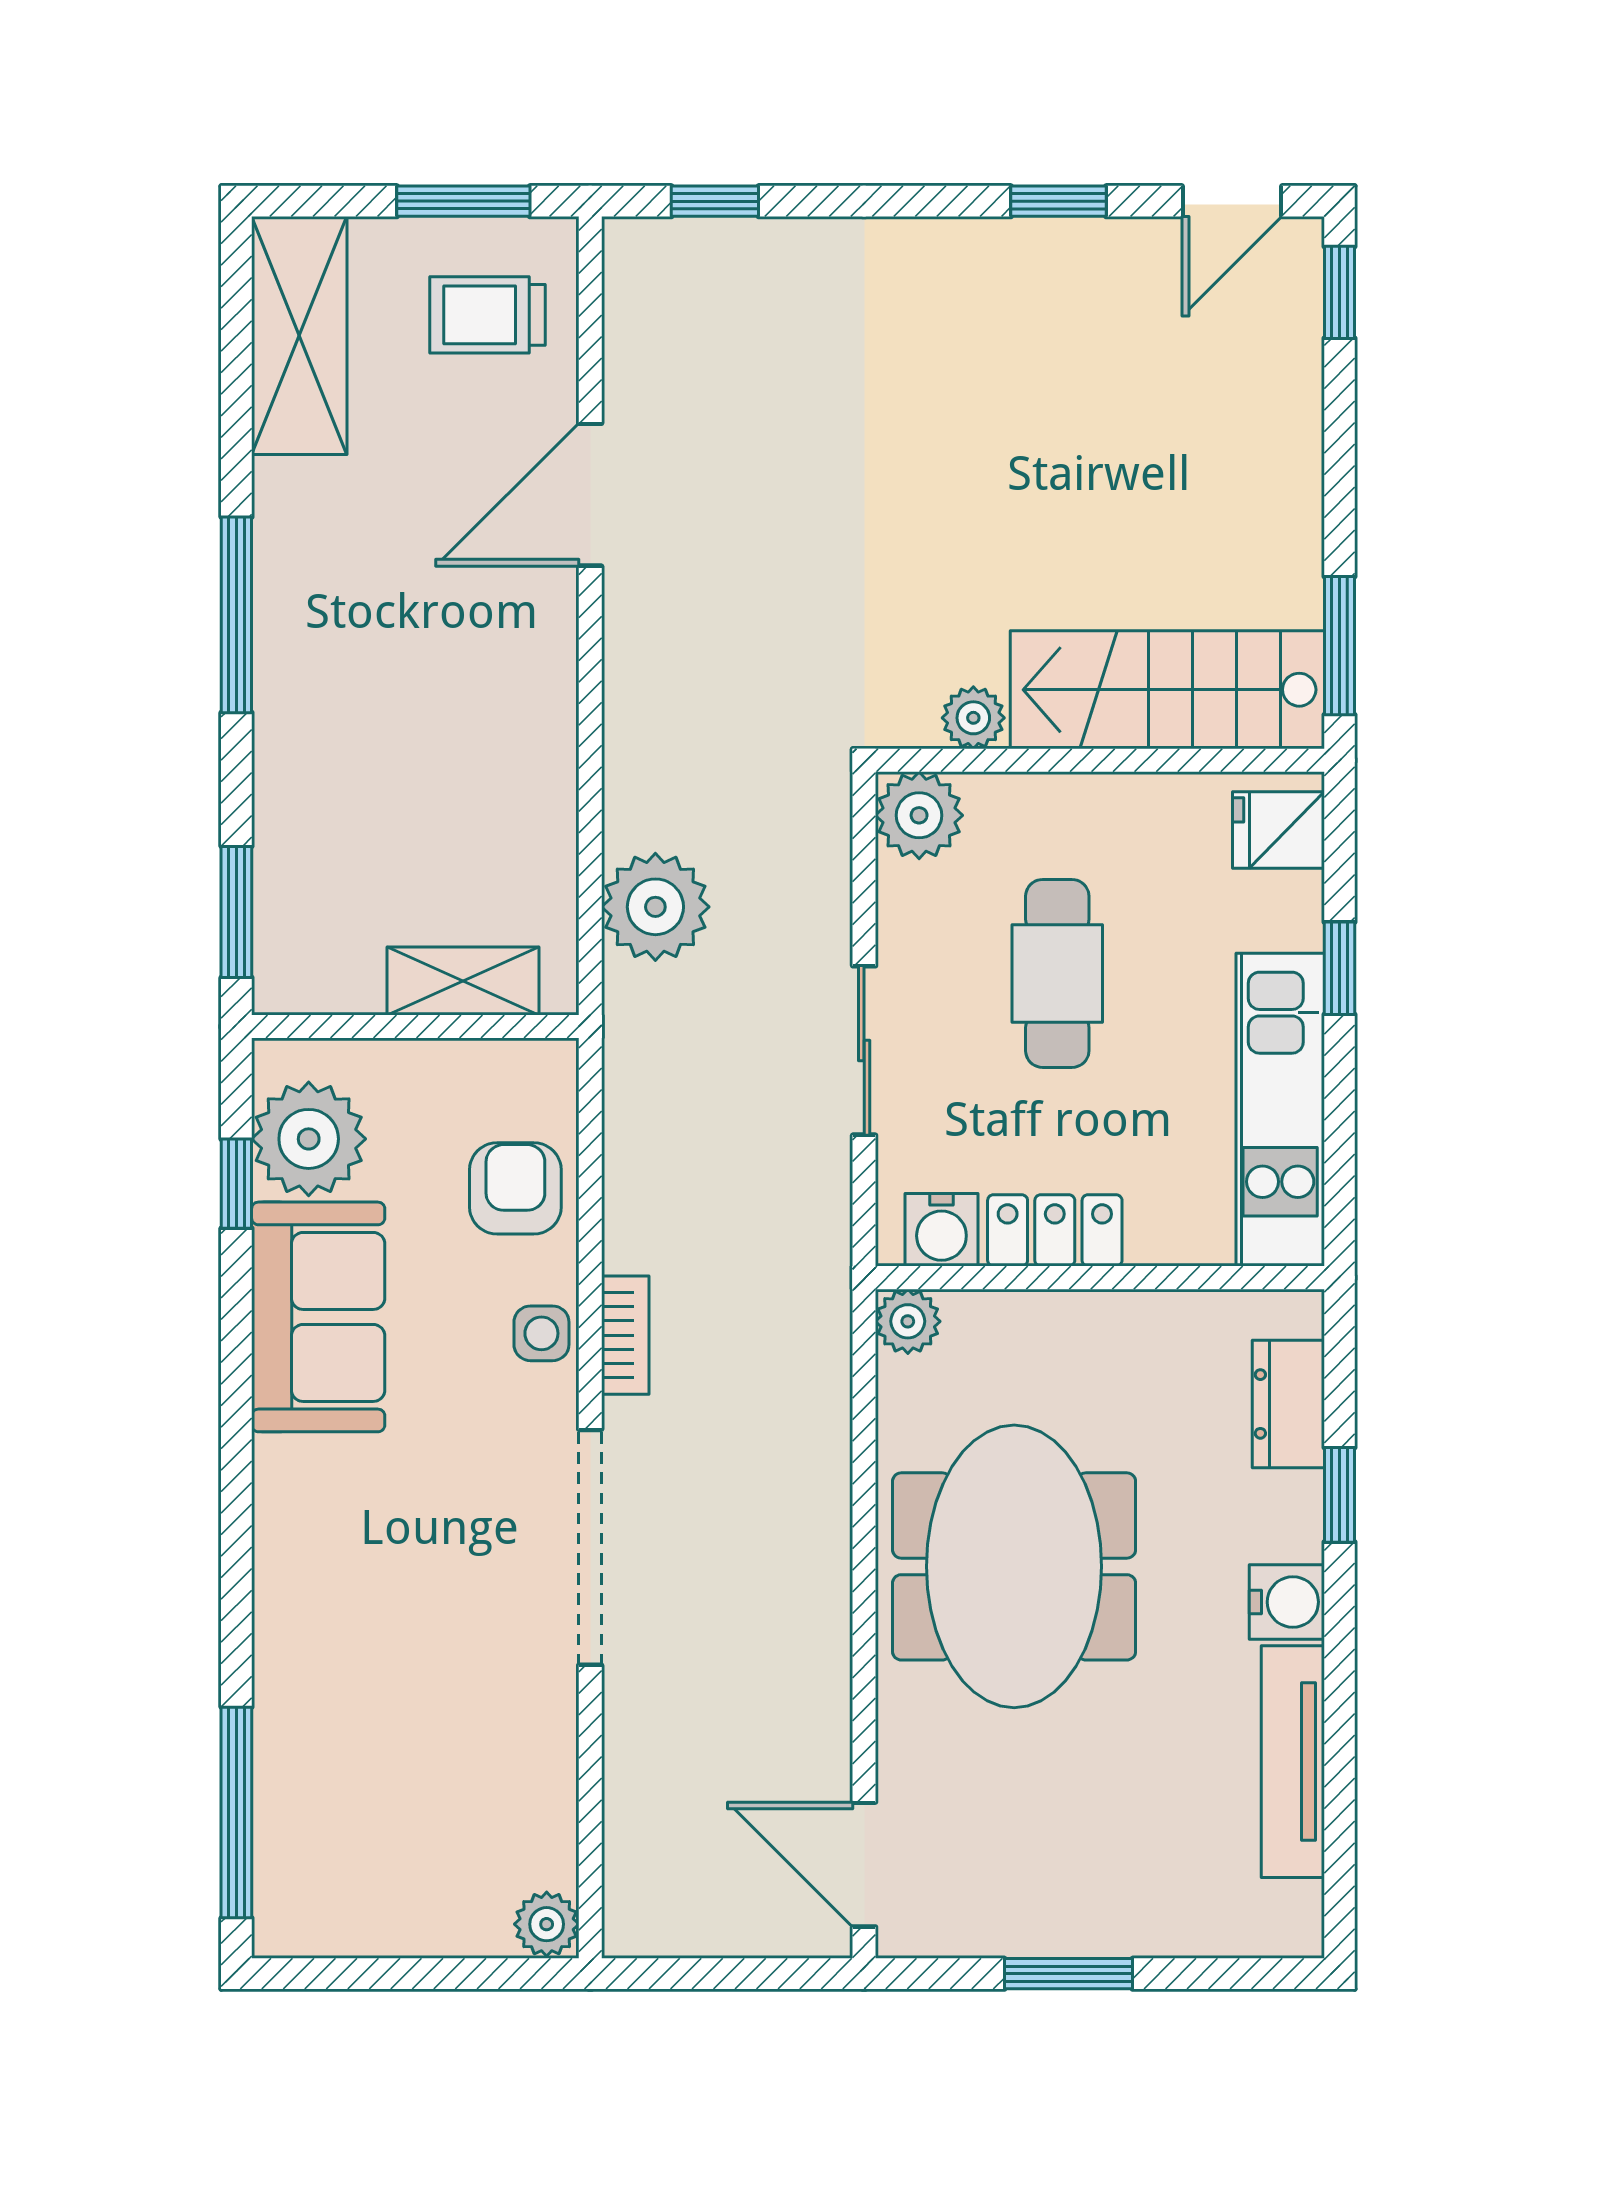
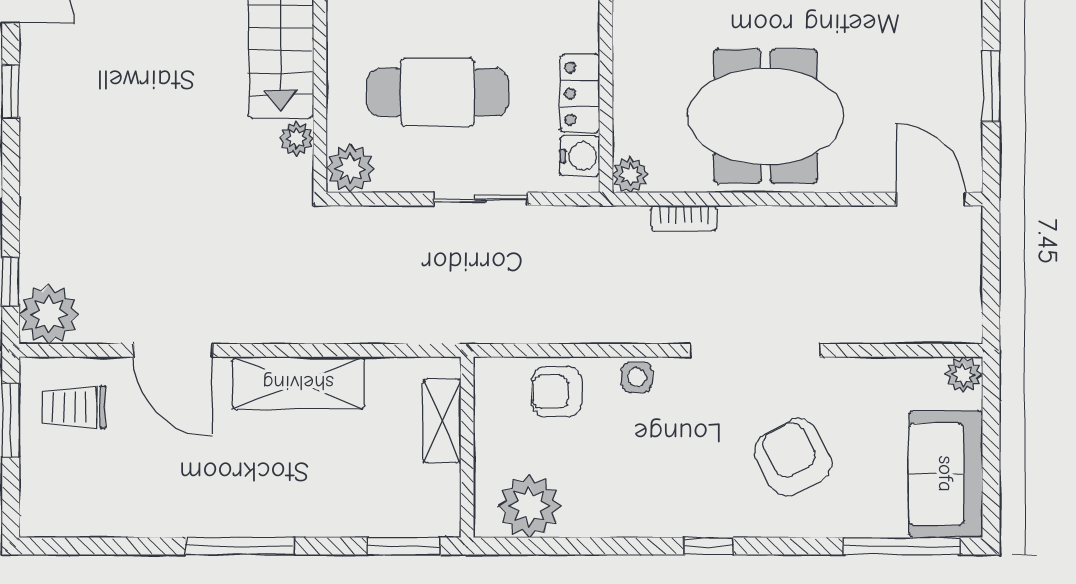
trolley: (488, 315) -> (74, 407), turned 90
shelving: (299, 336) -> (298, 383), moved
plant: (655, 907) -> (49, 314), moved
cafe table: (1057, 973) -> (438, 92), width x1.37, depth x1.35
window: (236, 1184) -> (709, 546), moved
sofa: (318, 1317) -> (946, 474), moved, turned -90
bookcase: (625, 1335) -> (684, 218), moved, turned 180
armchair: (397, 1616) -> (793, 457), added
door: (864, 1865) -> (931, 199), swing flipped

